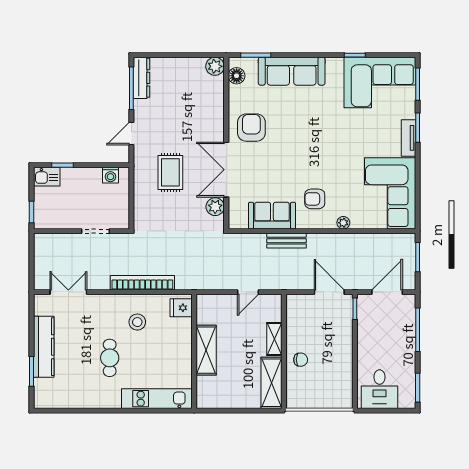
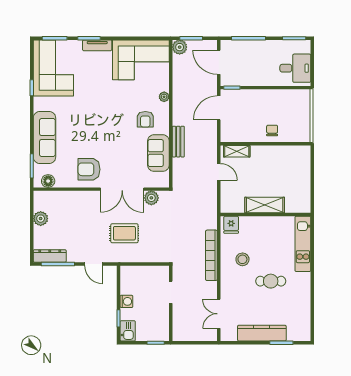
plant: (215, 66) -> (41, 219), moved
washing machine: (110, 175) -> (126, 301), moved
plant: (406, 242) -> (180, 47), added
shelving: (274, 339) -> (237, 151), moved
shelving: (271, 383) -> (290, 153), removed

